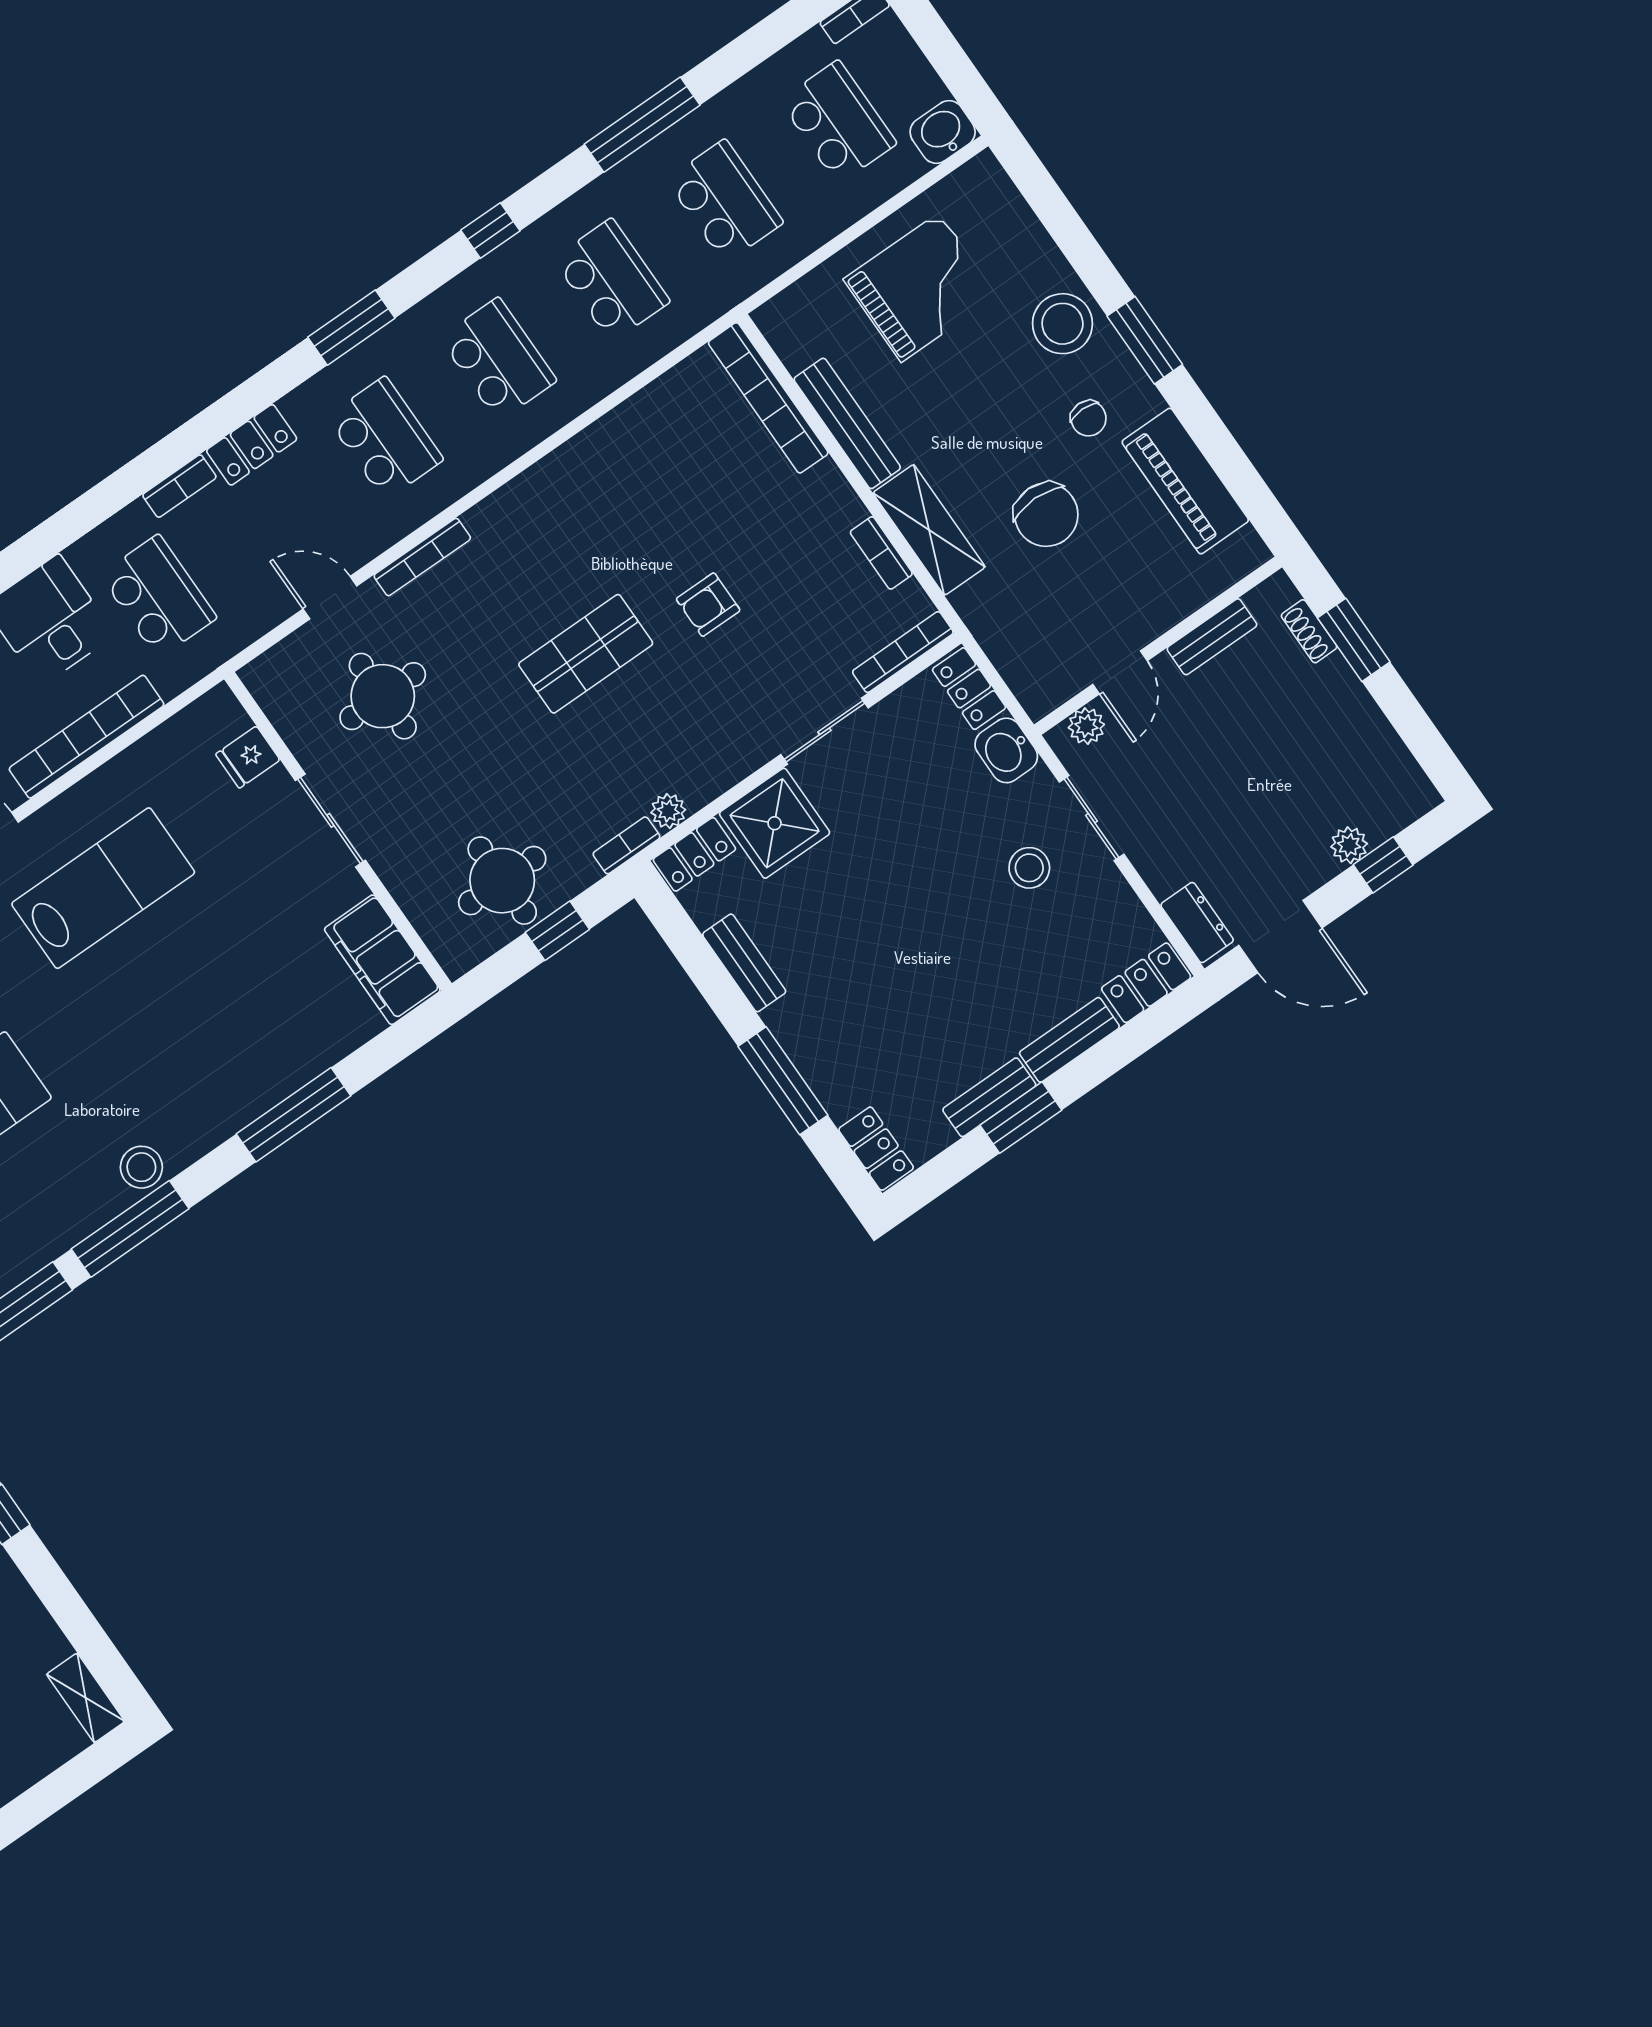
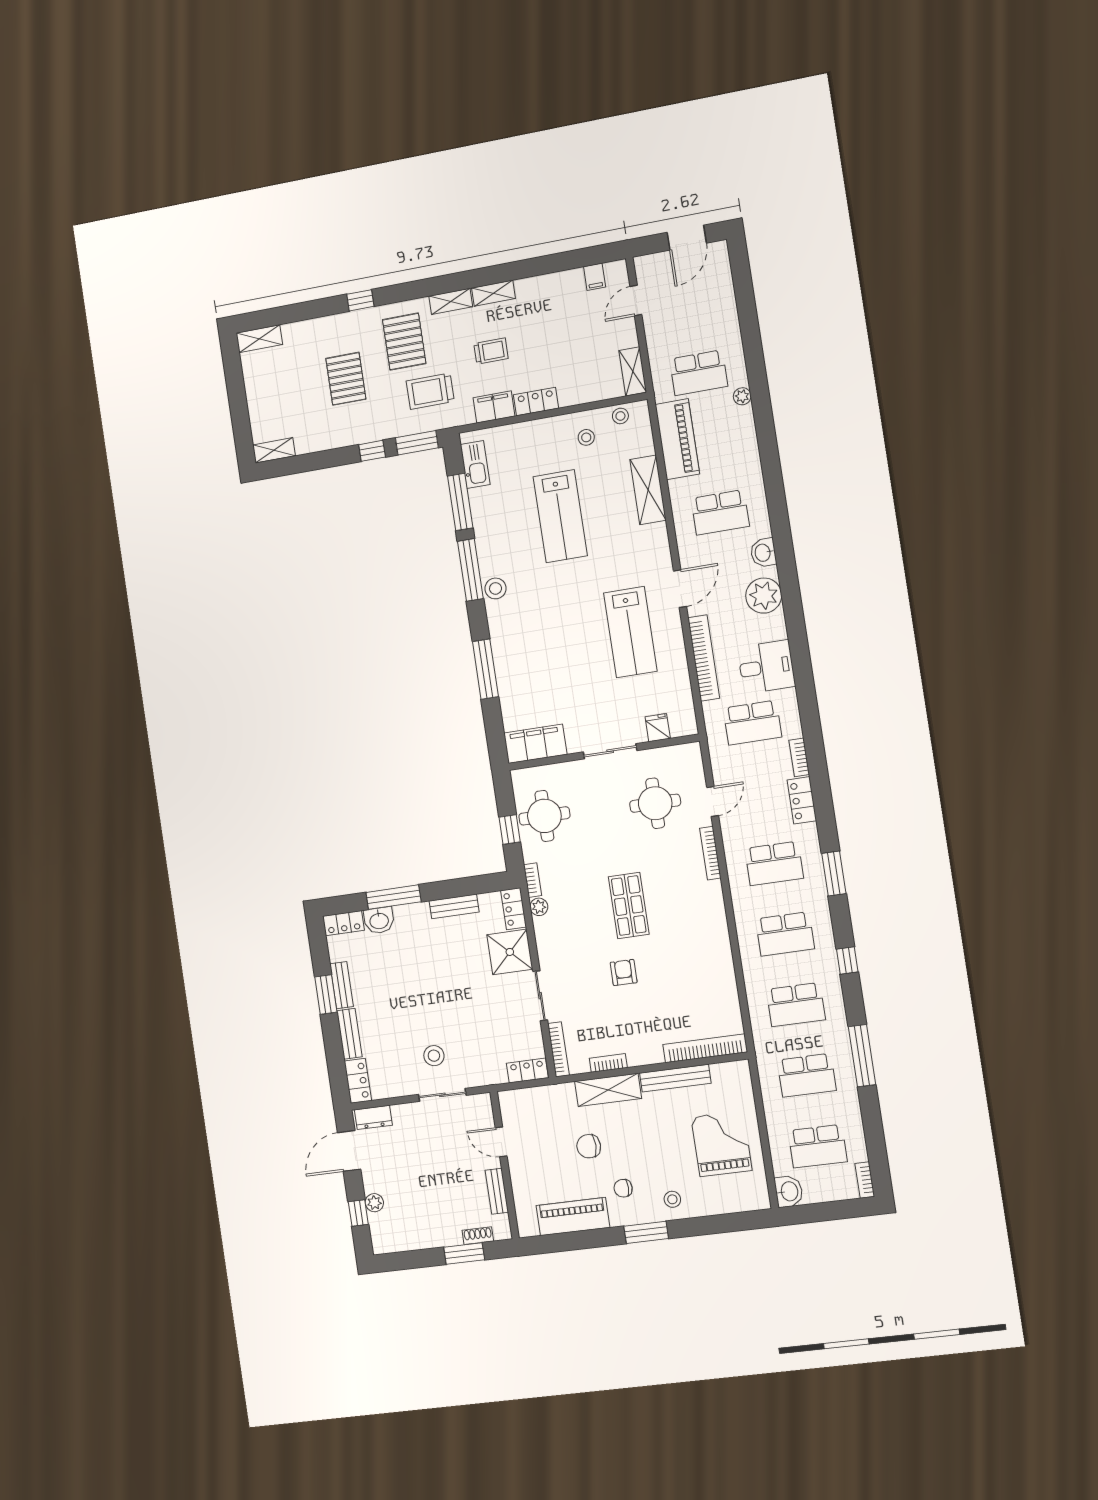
grand piano: (920, 287) -> (722, 1144), turned 180
stool: (1062, 324) -> (672, 1199), width x0.53, depth x0.53
chair: (1046, 515) -> (589, 1146), width x0.73, depth x0.73
plant: (1086, 726) -> (485, 1114), removed
washbasin: (1006, 750) -> (379, 920), moved, turned 180

